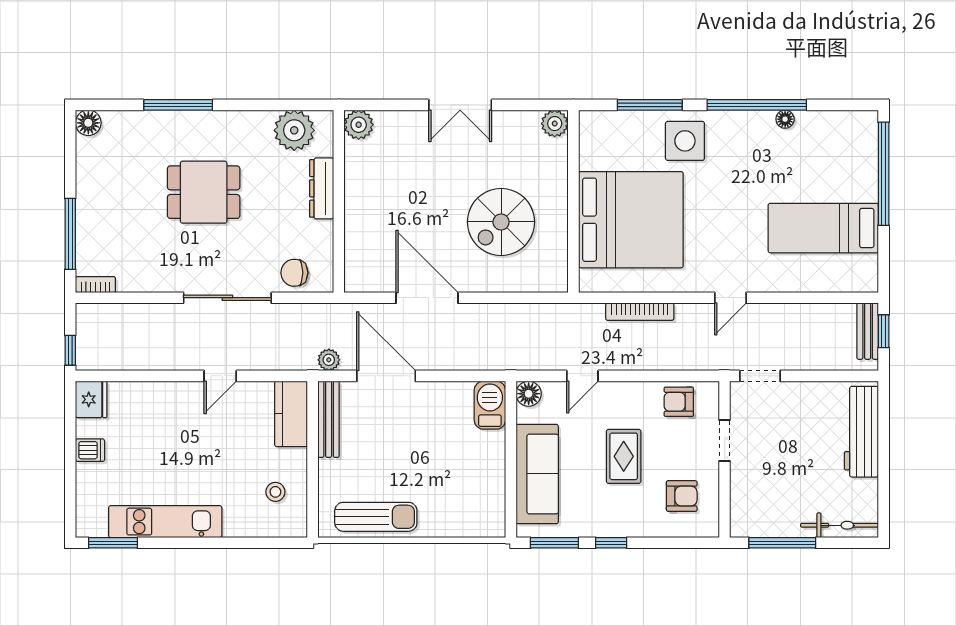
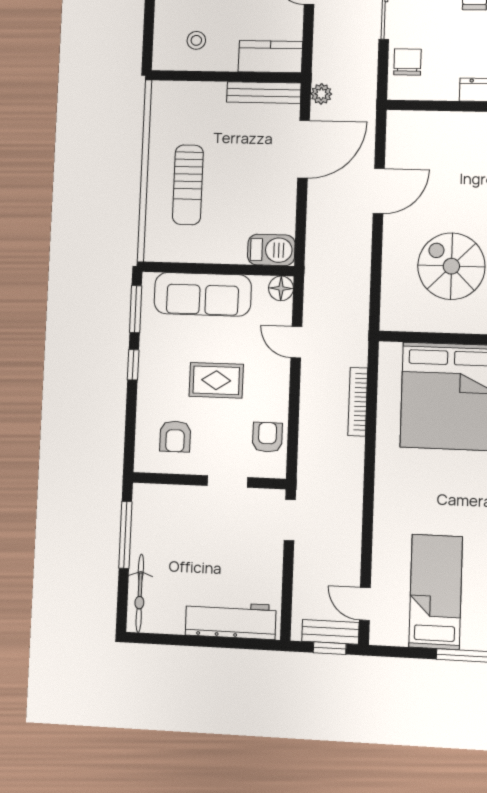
door: (427, 298) -> (379, 191), width x0.73
door: (730, 298) -> (365, 604), moved
sun lounger: (376, 517) -> (188, 185), moved

